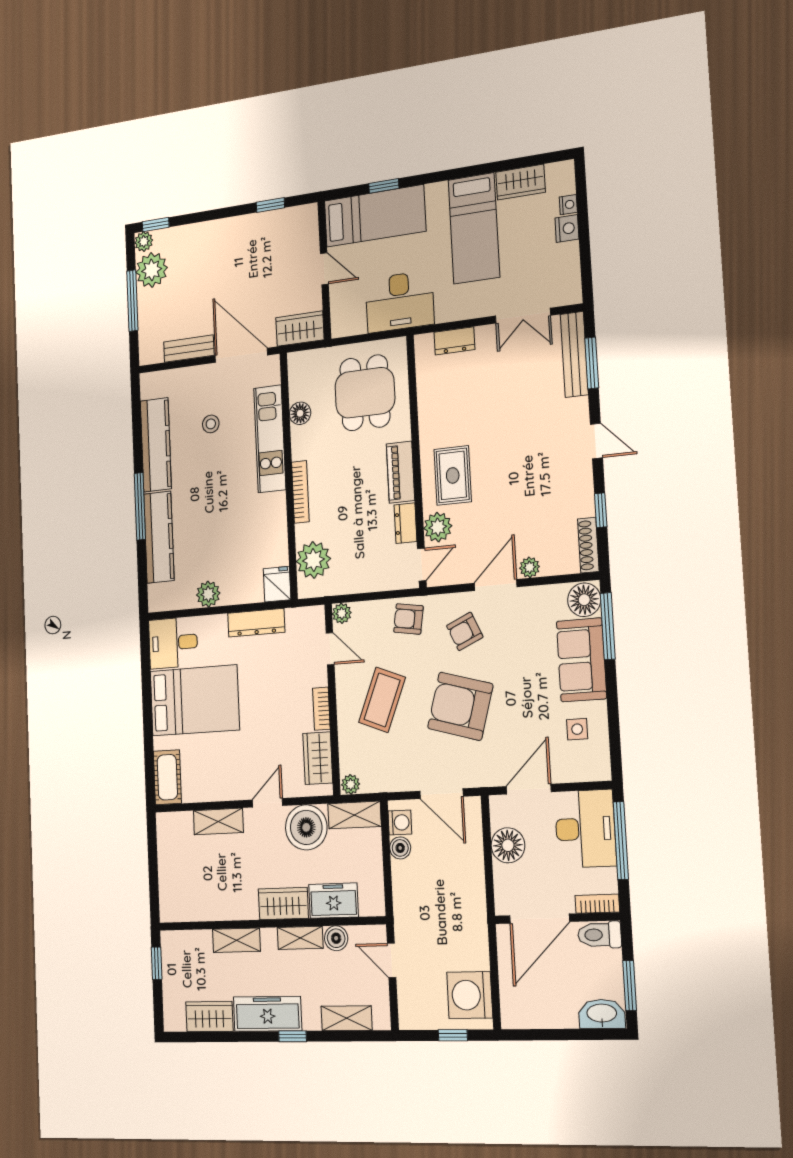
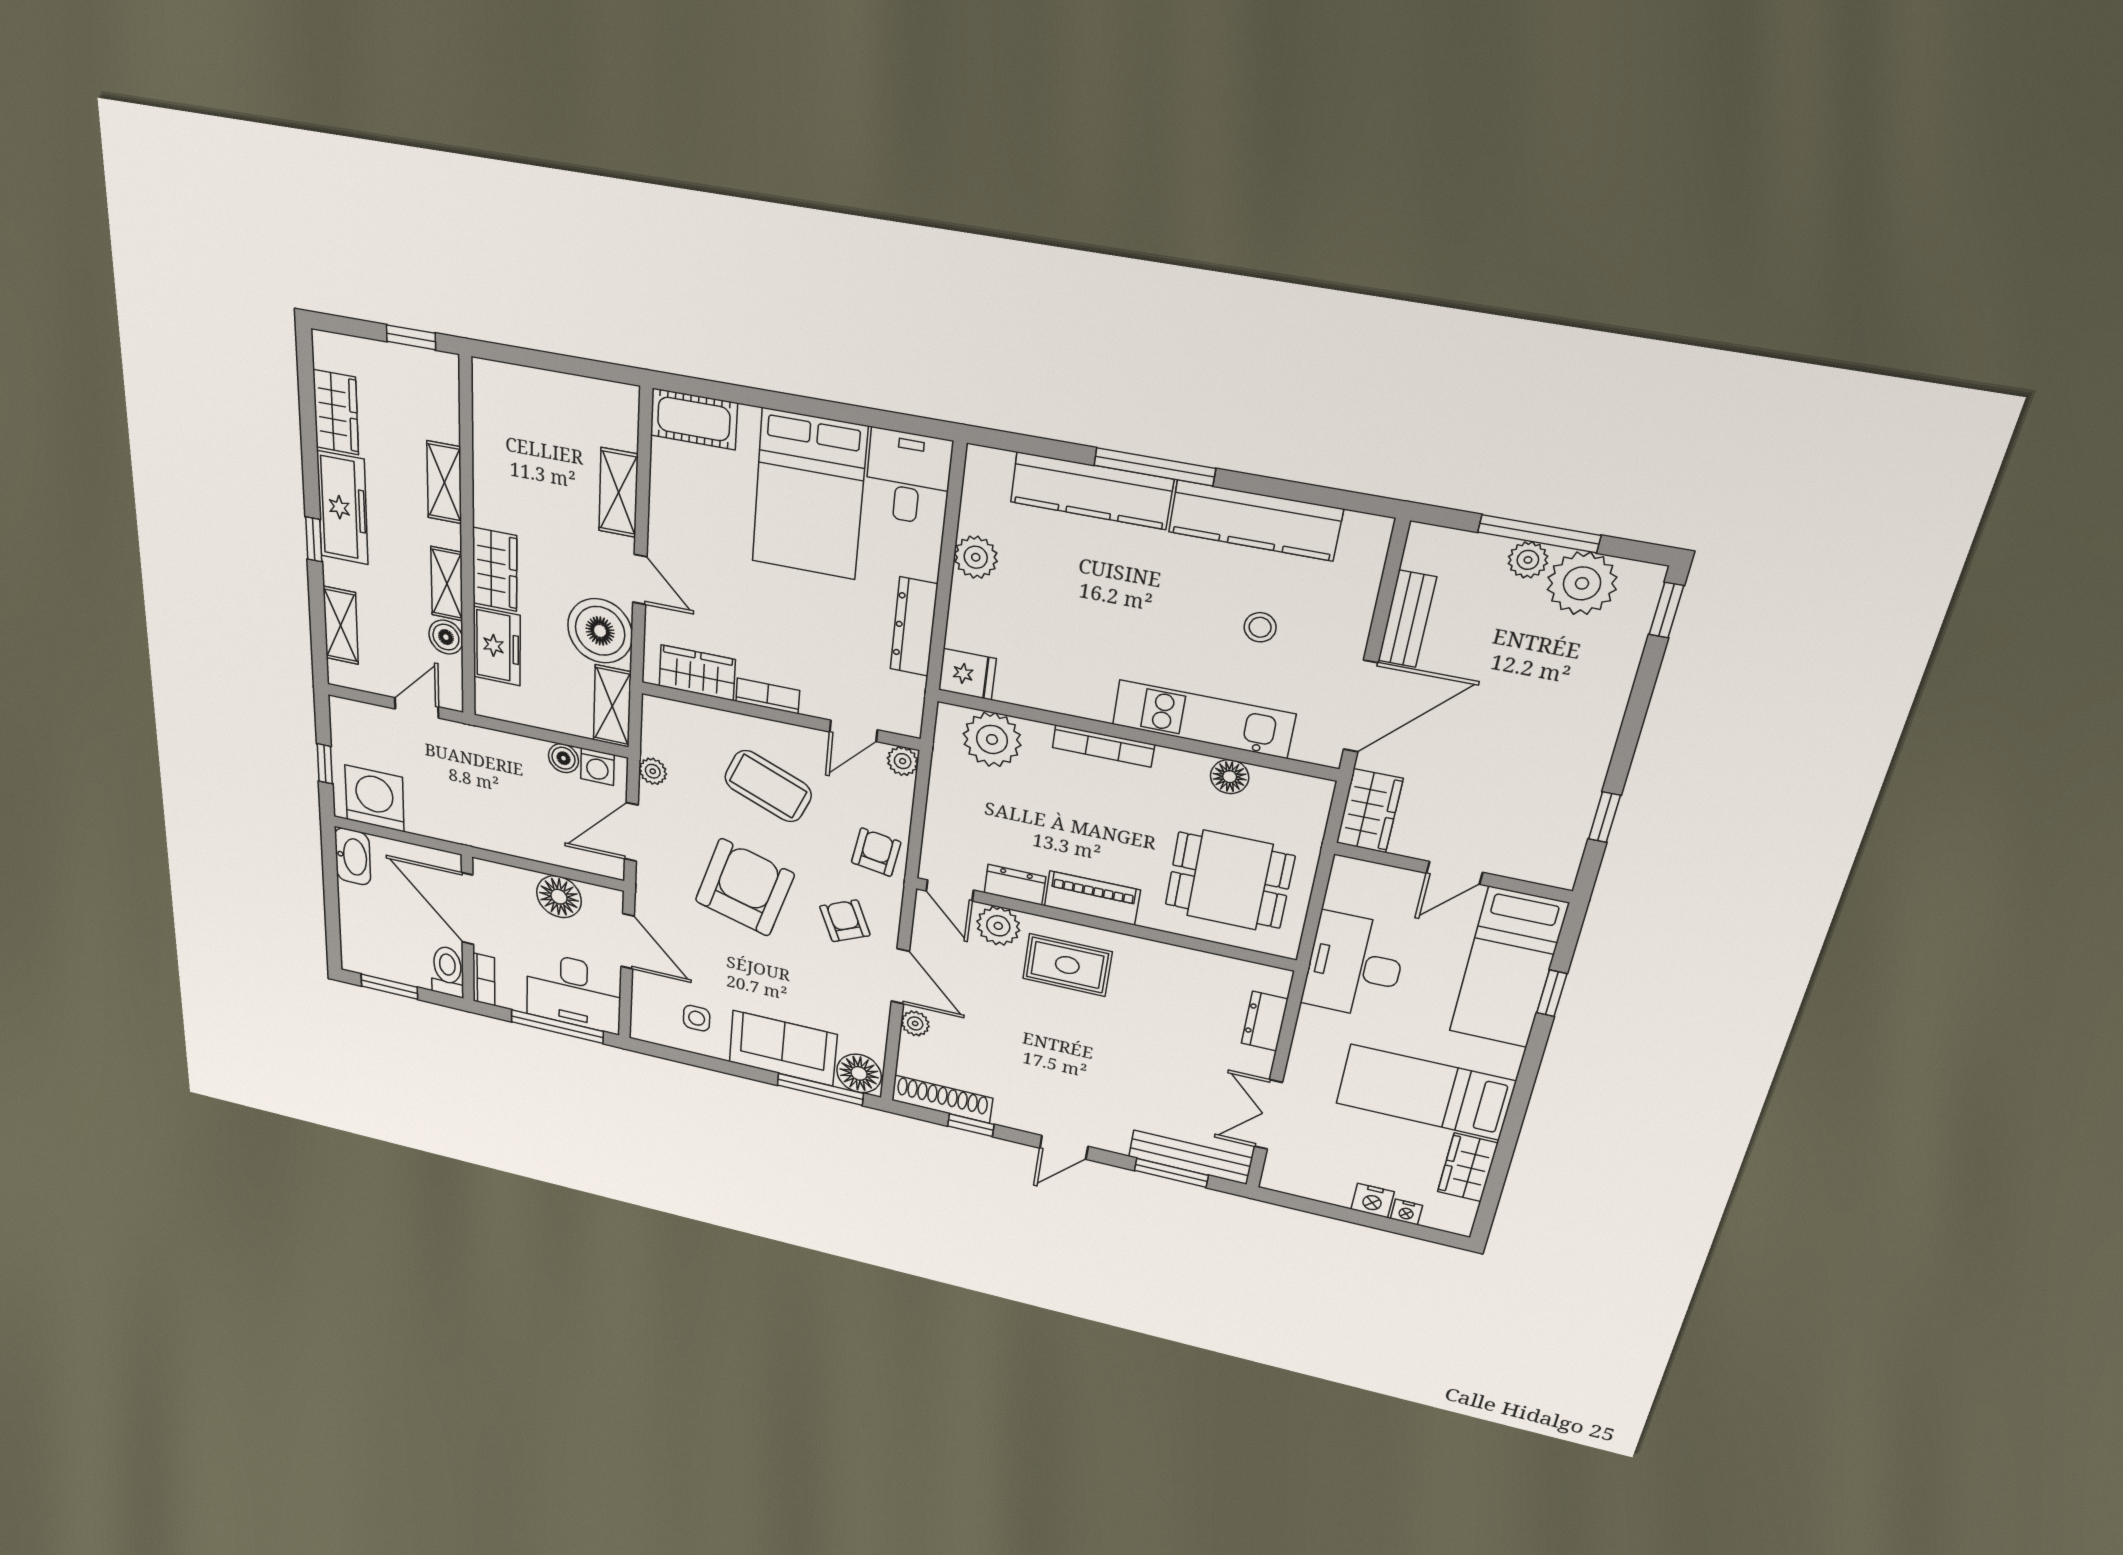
plant: (144, 241) -> (1528, 560), moved
shoe rack: (588, 545) -> (942, 1099), width x1.36, depth x1.24
plant: (351, 784) -> (653, 771), moved
washbasin: (602, 1014) -> (353, 856), moved

